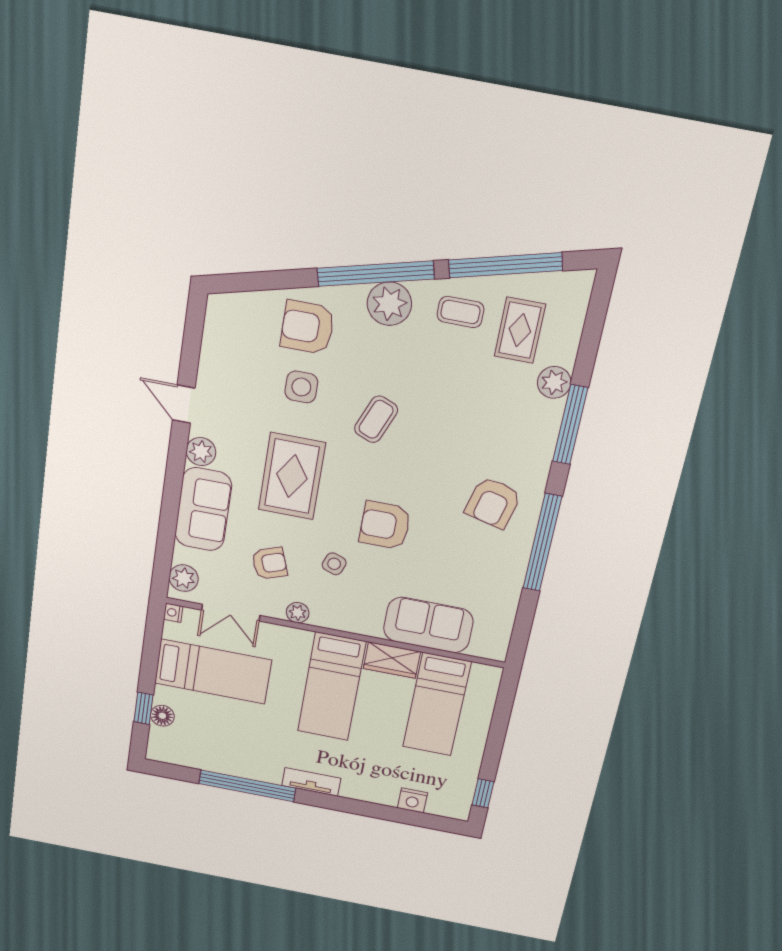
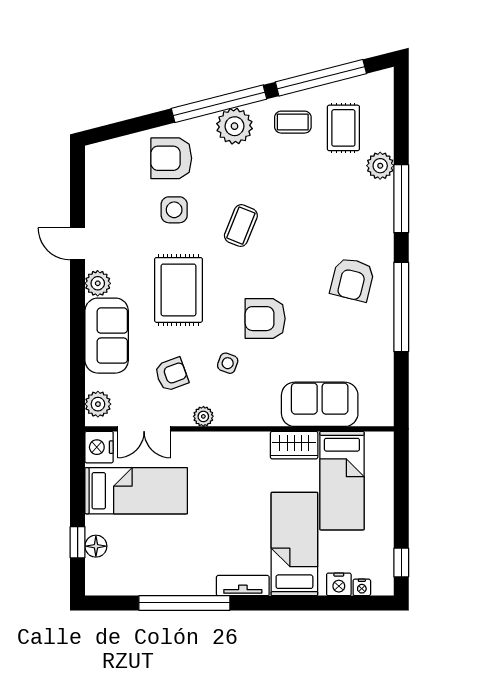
nightstand: (173, 613) -> (99, 447), width x1.89, depth x1.79
bed: (332, 687) -> (294, 544), moved, turned 180
nightstand: (436, 808) -> (362, 587), added

